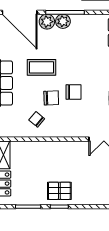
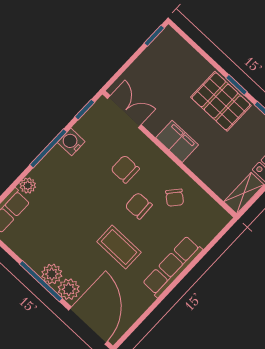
chair: (74, 92) -> (125, 169), moved
filing cabinet: (63, 149) -> (177, 141), added
pallet: (59, 191) -> (221, 101), width x1.50, depth x1.42

